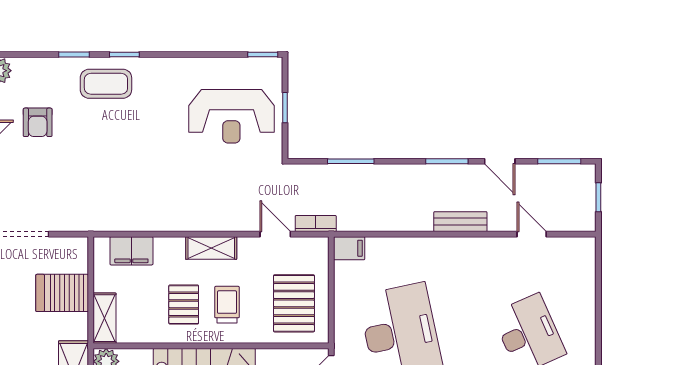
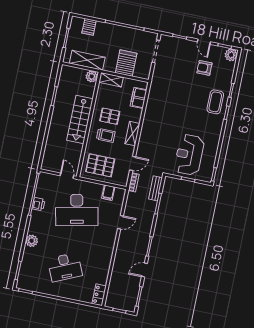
bench: (460, 222) -> (156, 188), moved
door: (532, 234) -> (120, 222), moved
filing cabinet: (349, 248) -> (108, 193), moved
locker: (573, 248) -> (99, 295), added

